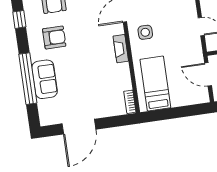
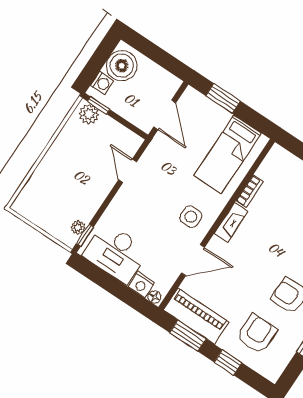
bookcase: (130, 102) -> (250, 191), moved
window: (185, 111) -> (223, 98), added

